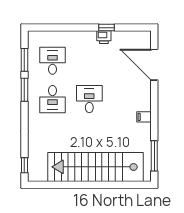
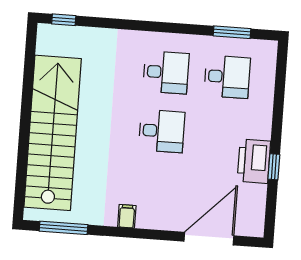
printer: (104, 37) -> (254, 161), width x1.87, depth x1.48
window: (24, 90) -> (184, 29), removed
desk: (53, 99) -> (166, 72), turned 180

